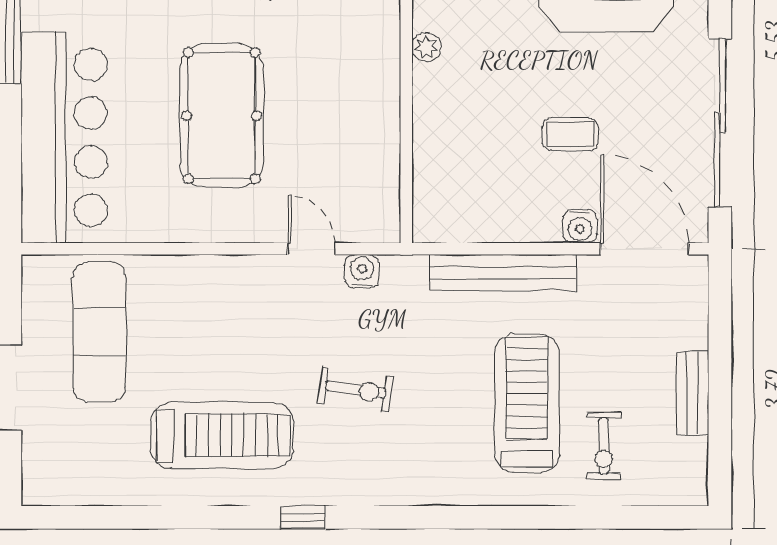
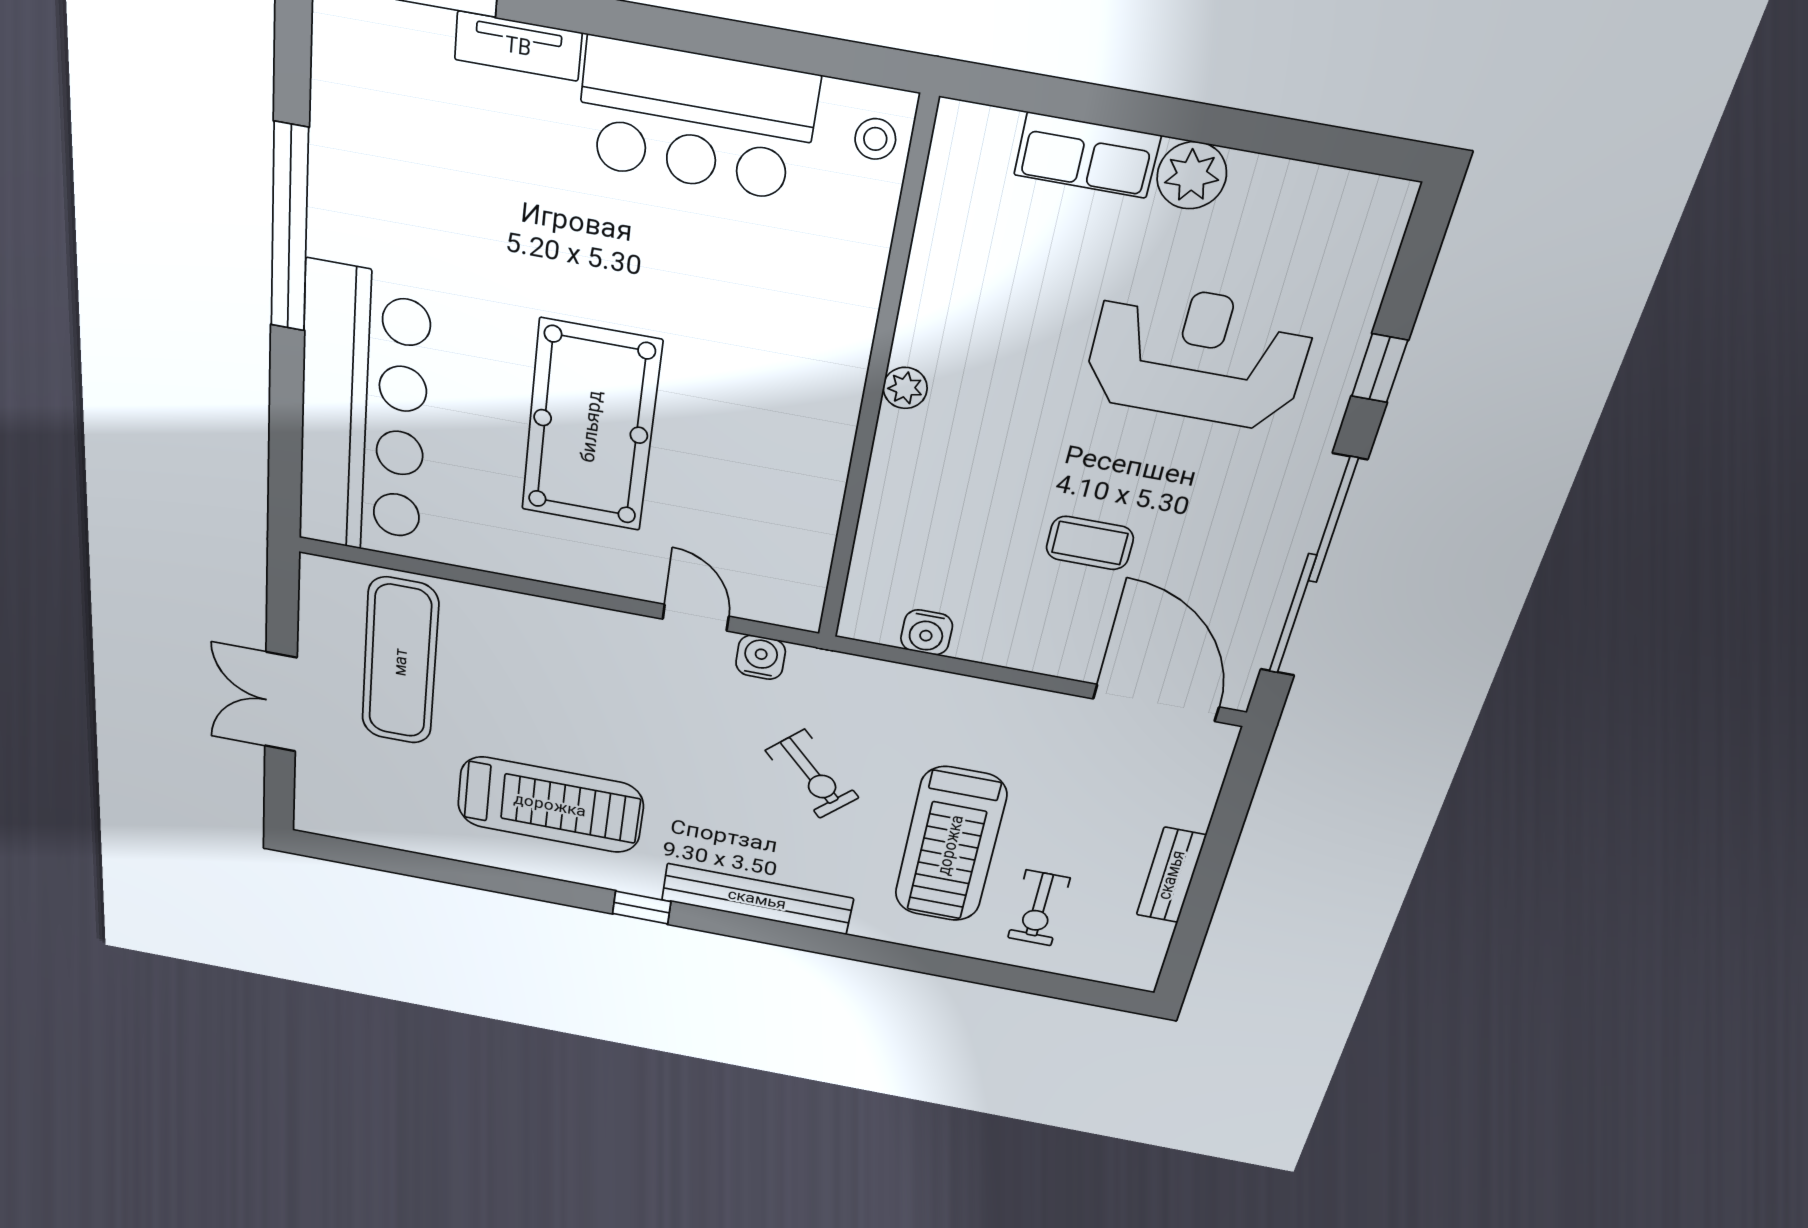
water cooler: (580, 226) -> (927, 632), moved
bench: (503, 273) -> (757, 899), moved
exercise bike: (356, 390) -> (812, 774), moved, turned 38
treadmill: (527, 403) -> (950, 845), turned 180

